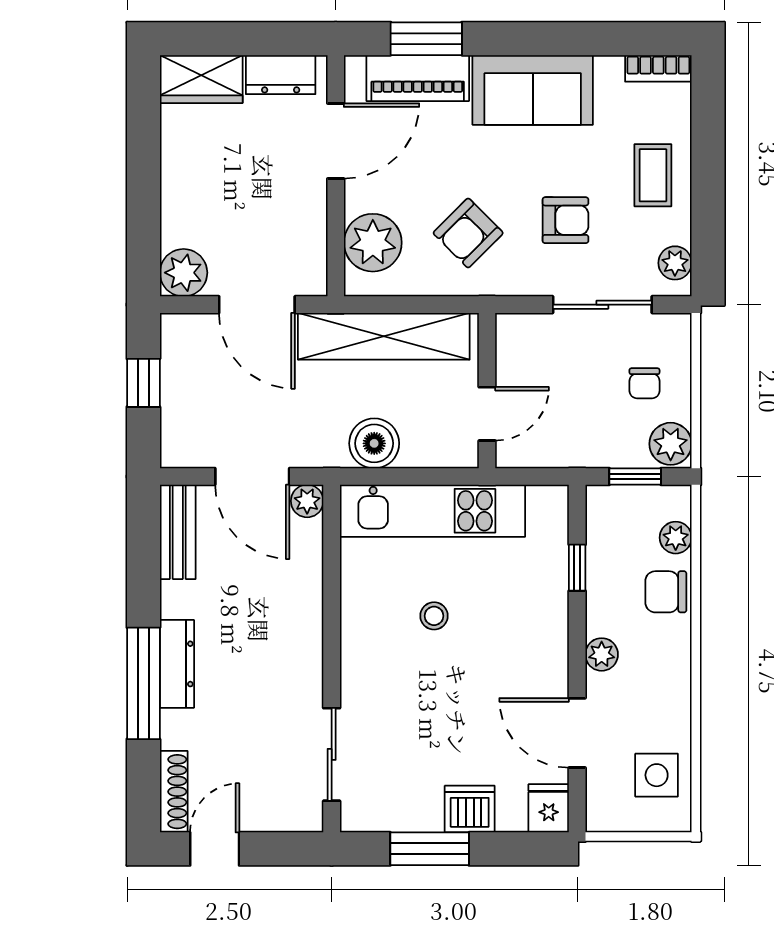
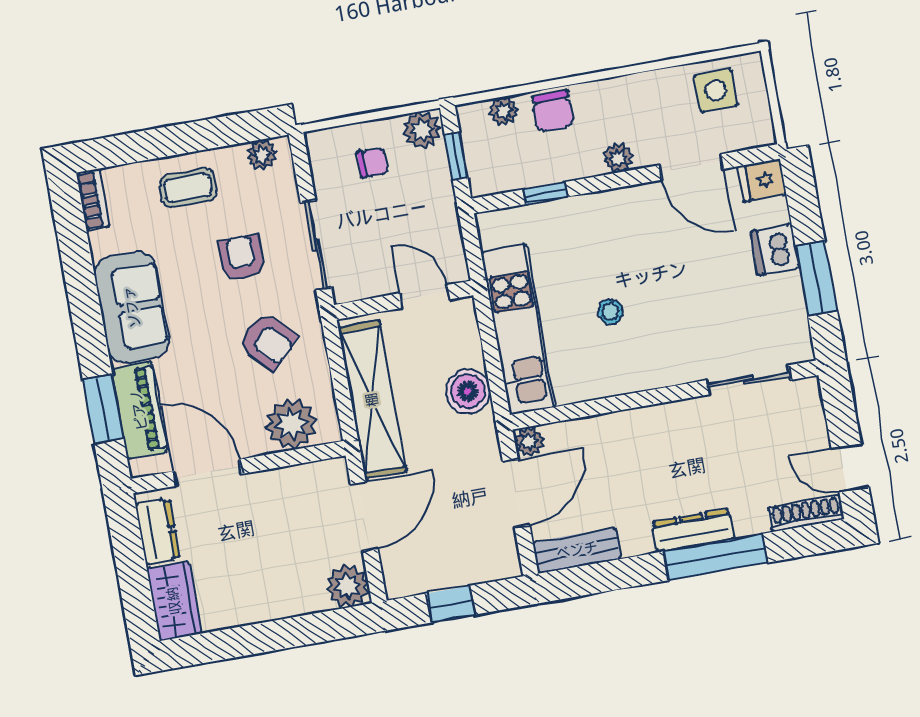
sliding door: (602, 305) -> (316, 245), moved
door: (577, 733) -> (691, 167), hinge flipped

